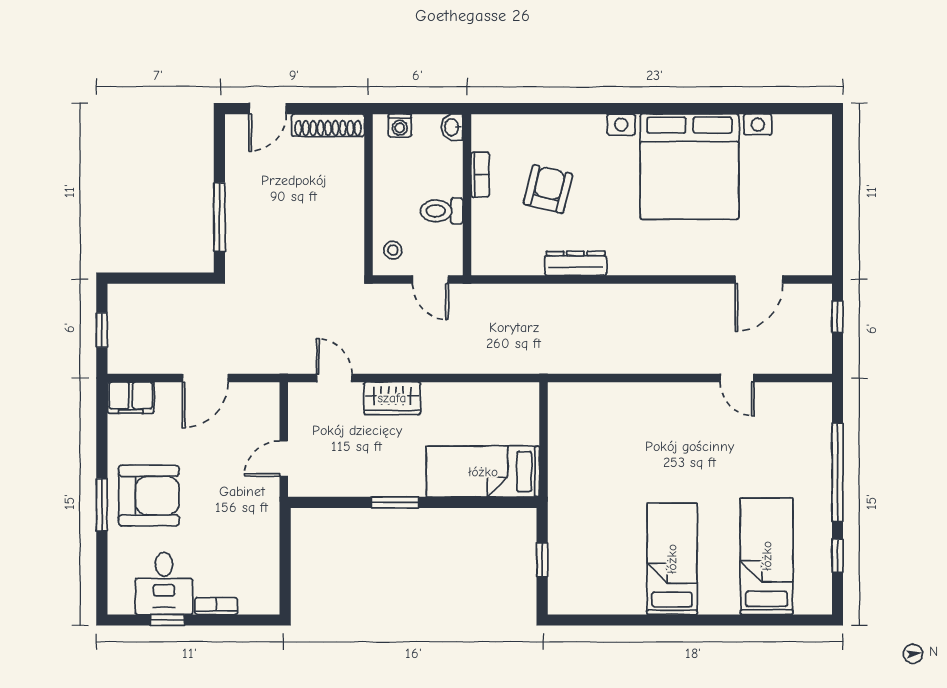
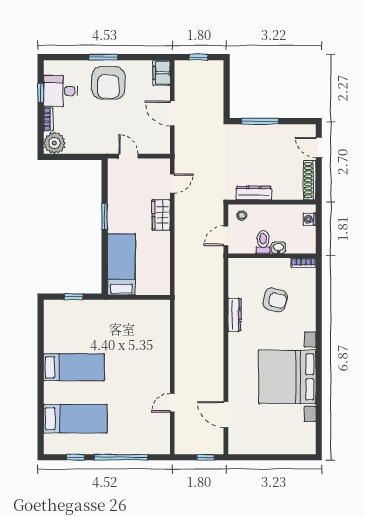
washbasin: (452, 127) -> (278, 248), moved
bookcase: (480, 175) -> (303, 263), moved
dresser: (352, 228) -> (254, 193), added
plant: (260, 595) -> (54, 143), added

